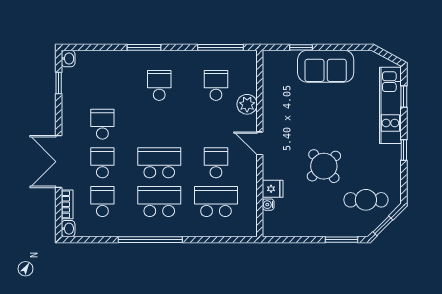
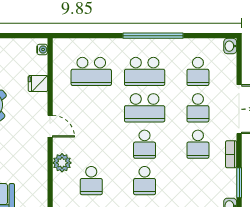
window: (59, 83) -> (239, 183), width x1.50
school desk: (216, 163) -> (145, 144), moved
bookcase: (67, 204) -> (231, 154), moved
water cooler: (268, 205) -> (42, 50), moved

